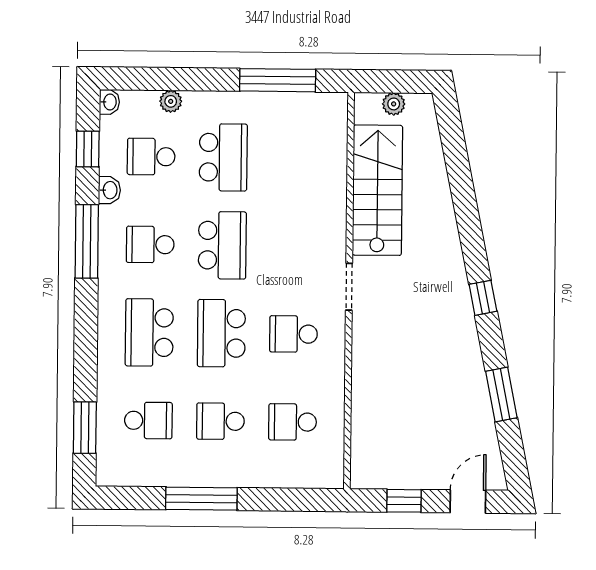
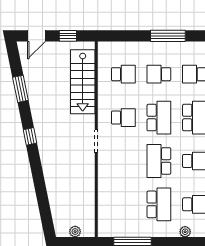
school desk: (223, 157) -> (159, 204), turned 180
stairs: (377, 190) -> (83, 82), moved
school desk: (220, 421) -> (159, 74), turned 180

